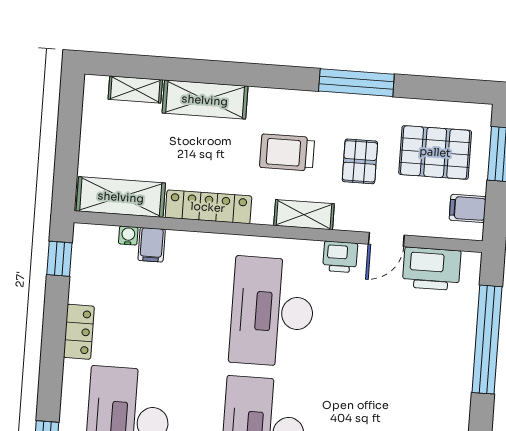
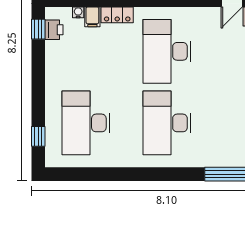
printer: (340, 257) -> (54, 30), moved, turned -90
locker: (79, 332) -> (117, 15), moved, turned 90

